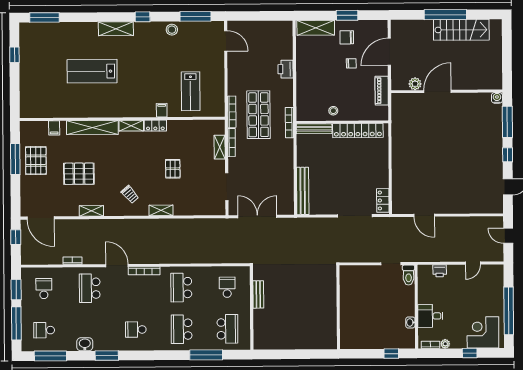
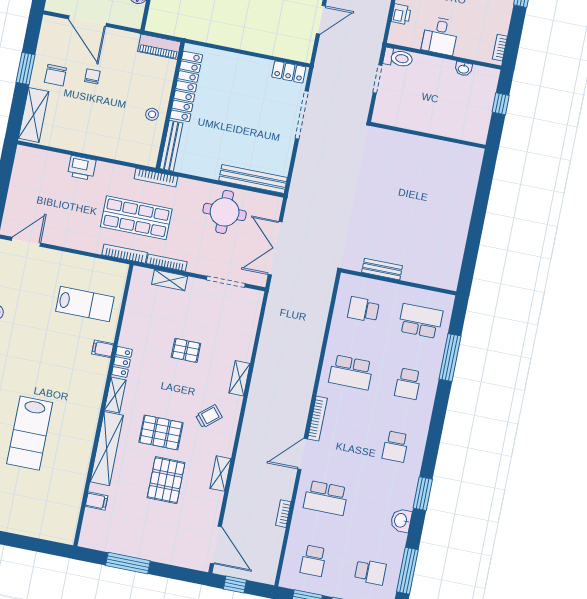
piano: (382, 91) -> (159, 47), moved
pallet: (36, 161) -> (161, 432), moved
round table: (275, 176) -> (225, 212), added
door: (41, 218) -> (216, 545), hinge flipped
school desk: (44, 289) -> (313, 561), turned -90
wall: (338, 307) -> (428, 135), moved
desk: (430, 316) -> (440, 36), moved
school desk: (182, 329) -> (408, 384), width x0.54
school desk: (44, 330) -> (370, 572), turned -90
plant: (445, 344) -> (503, 27), removed

